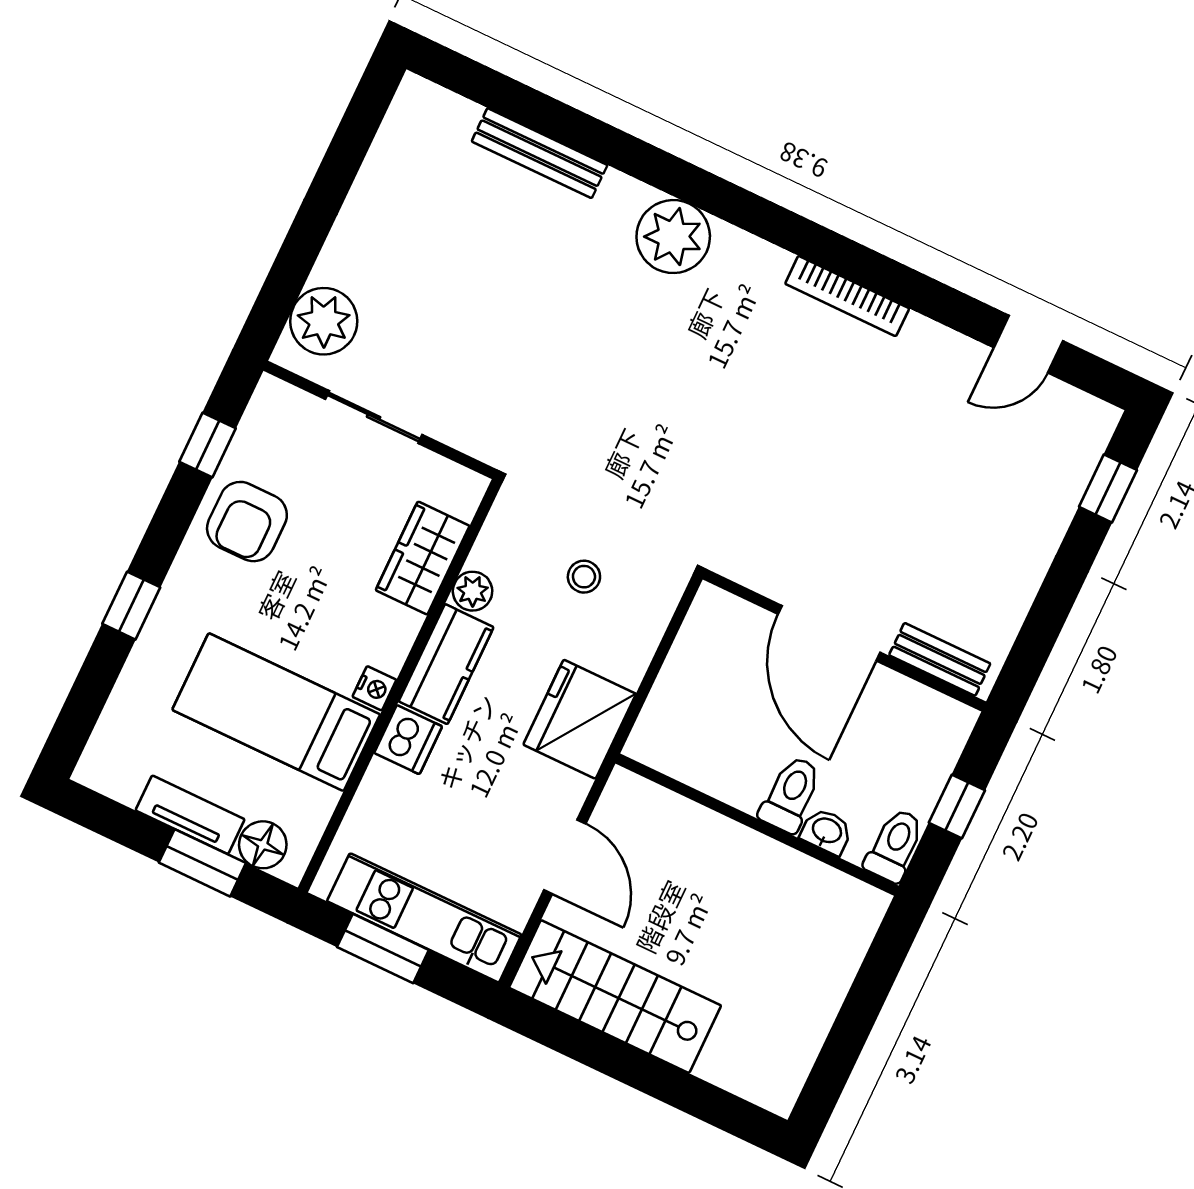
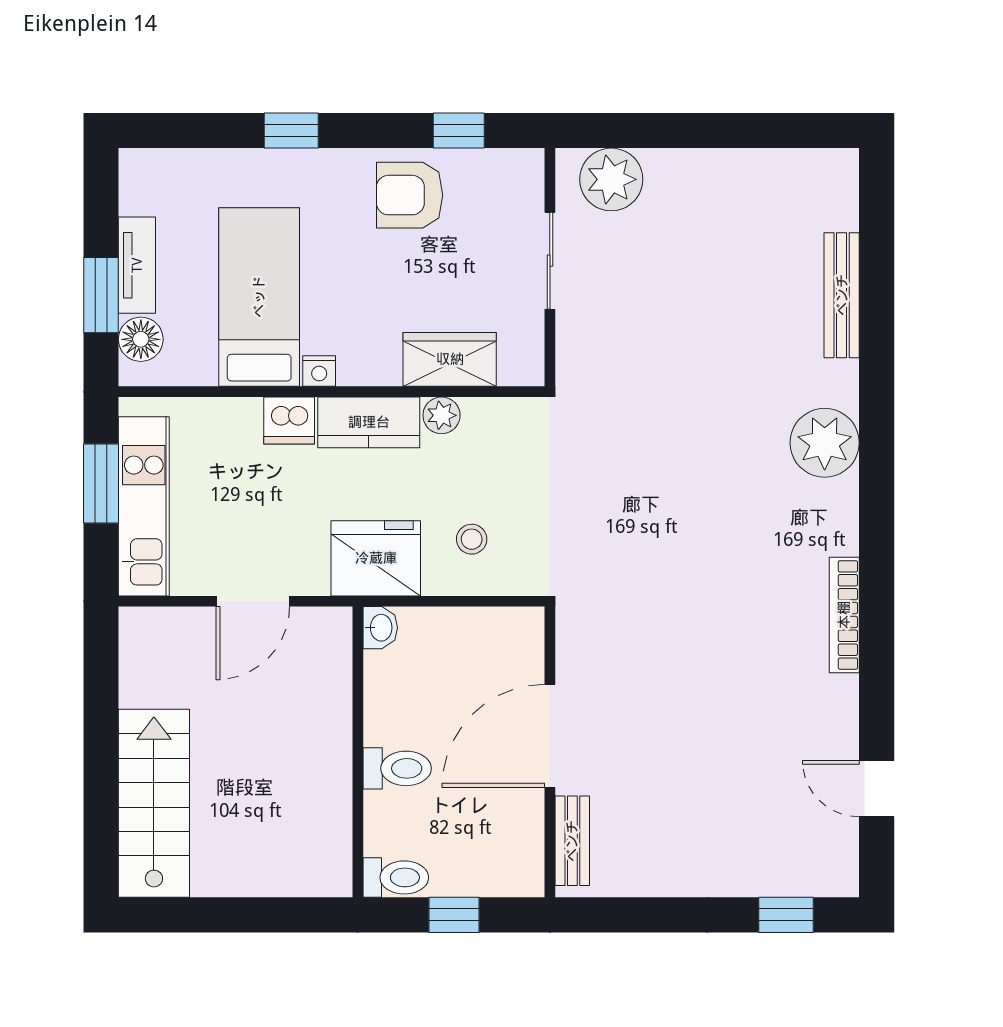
stool: (584, 577) -> (472, 539), moved
washbasin: (827, 831) -> (380, 628), moved
stairs: (615, 997) -> (154, 803), moved

